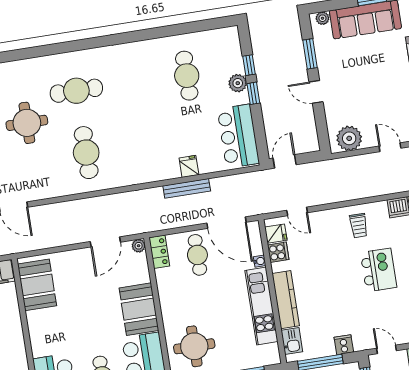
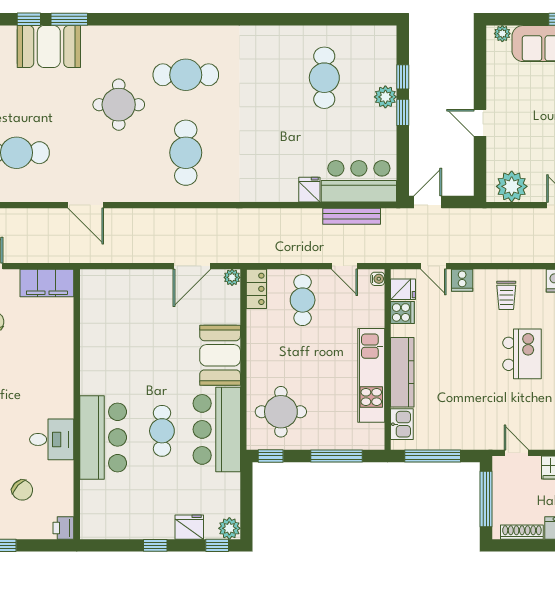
window: (310, 54) -> (480, 75), removed
bar counter: (238, 136) -> (359, 181), moved, turned 90
bench: (187, 188) -> (352, 216), moved
door: (227, 223) -> (345, 266), width x0.53
water cooler: (260, 261) -> (378, 279), moved
booth: (37, 285) -> (100, 306), removed
cooker: (344, 345) -> (462, 280), moved, turned 180

